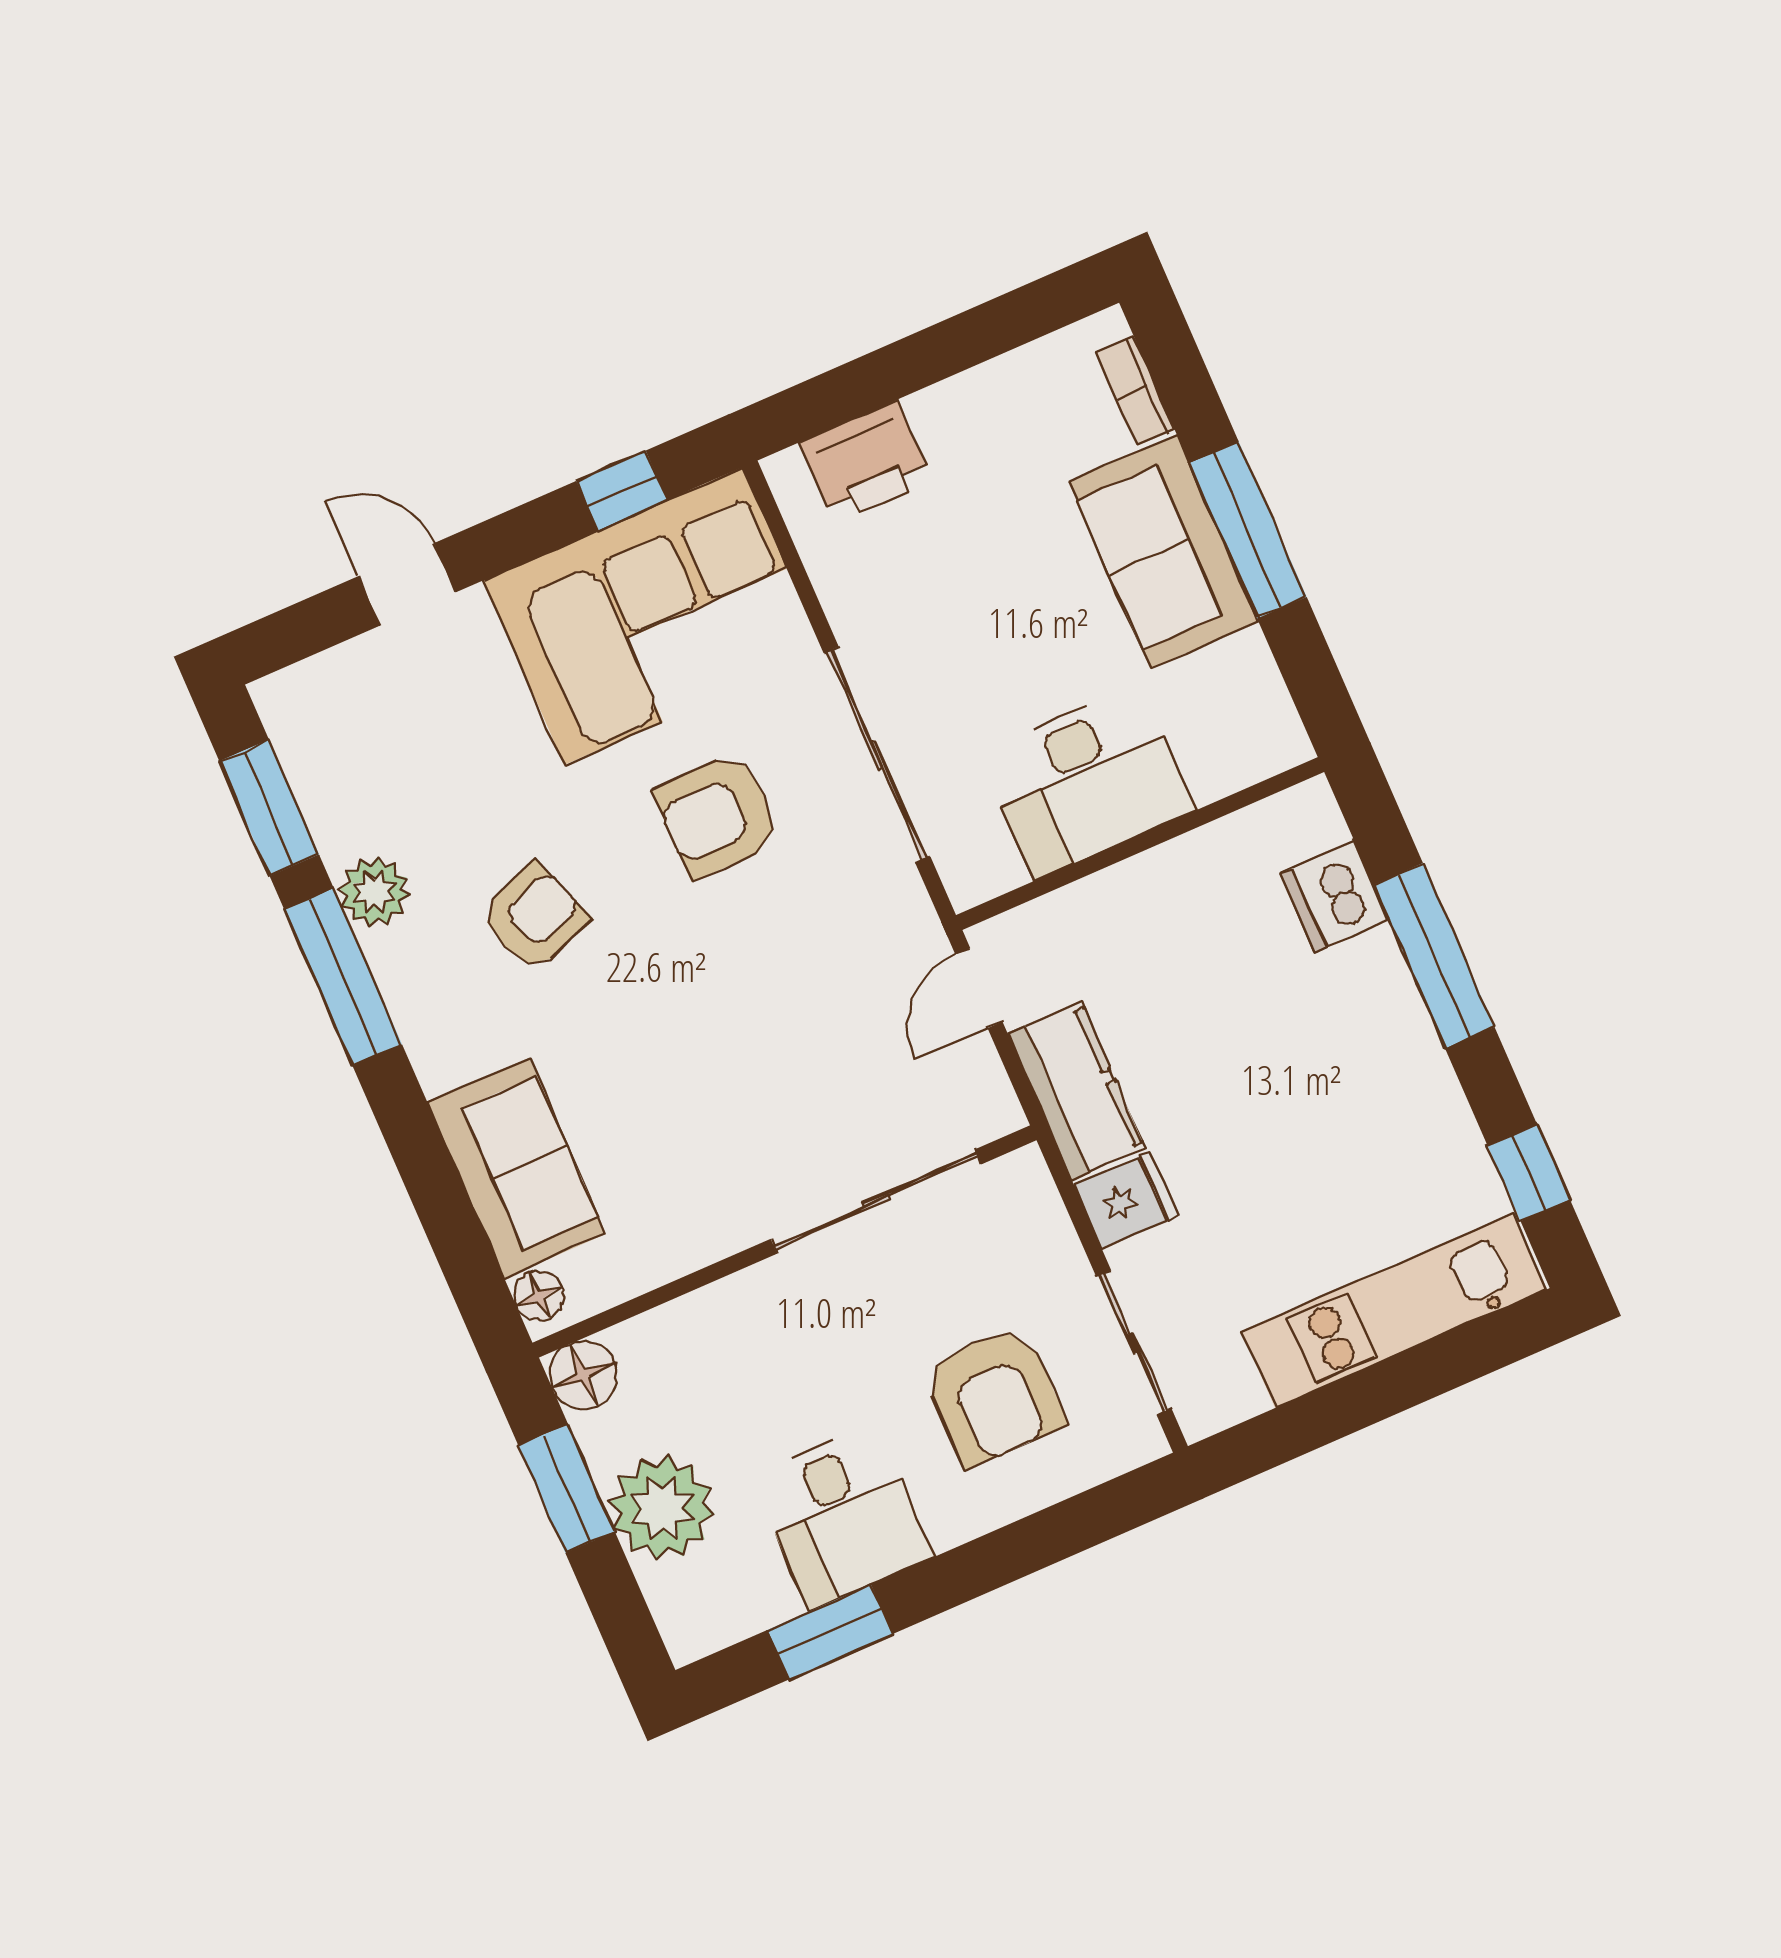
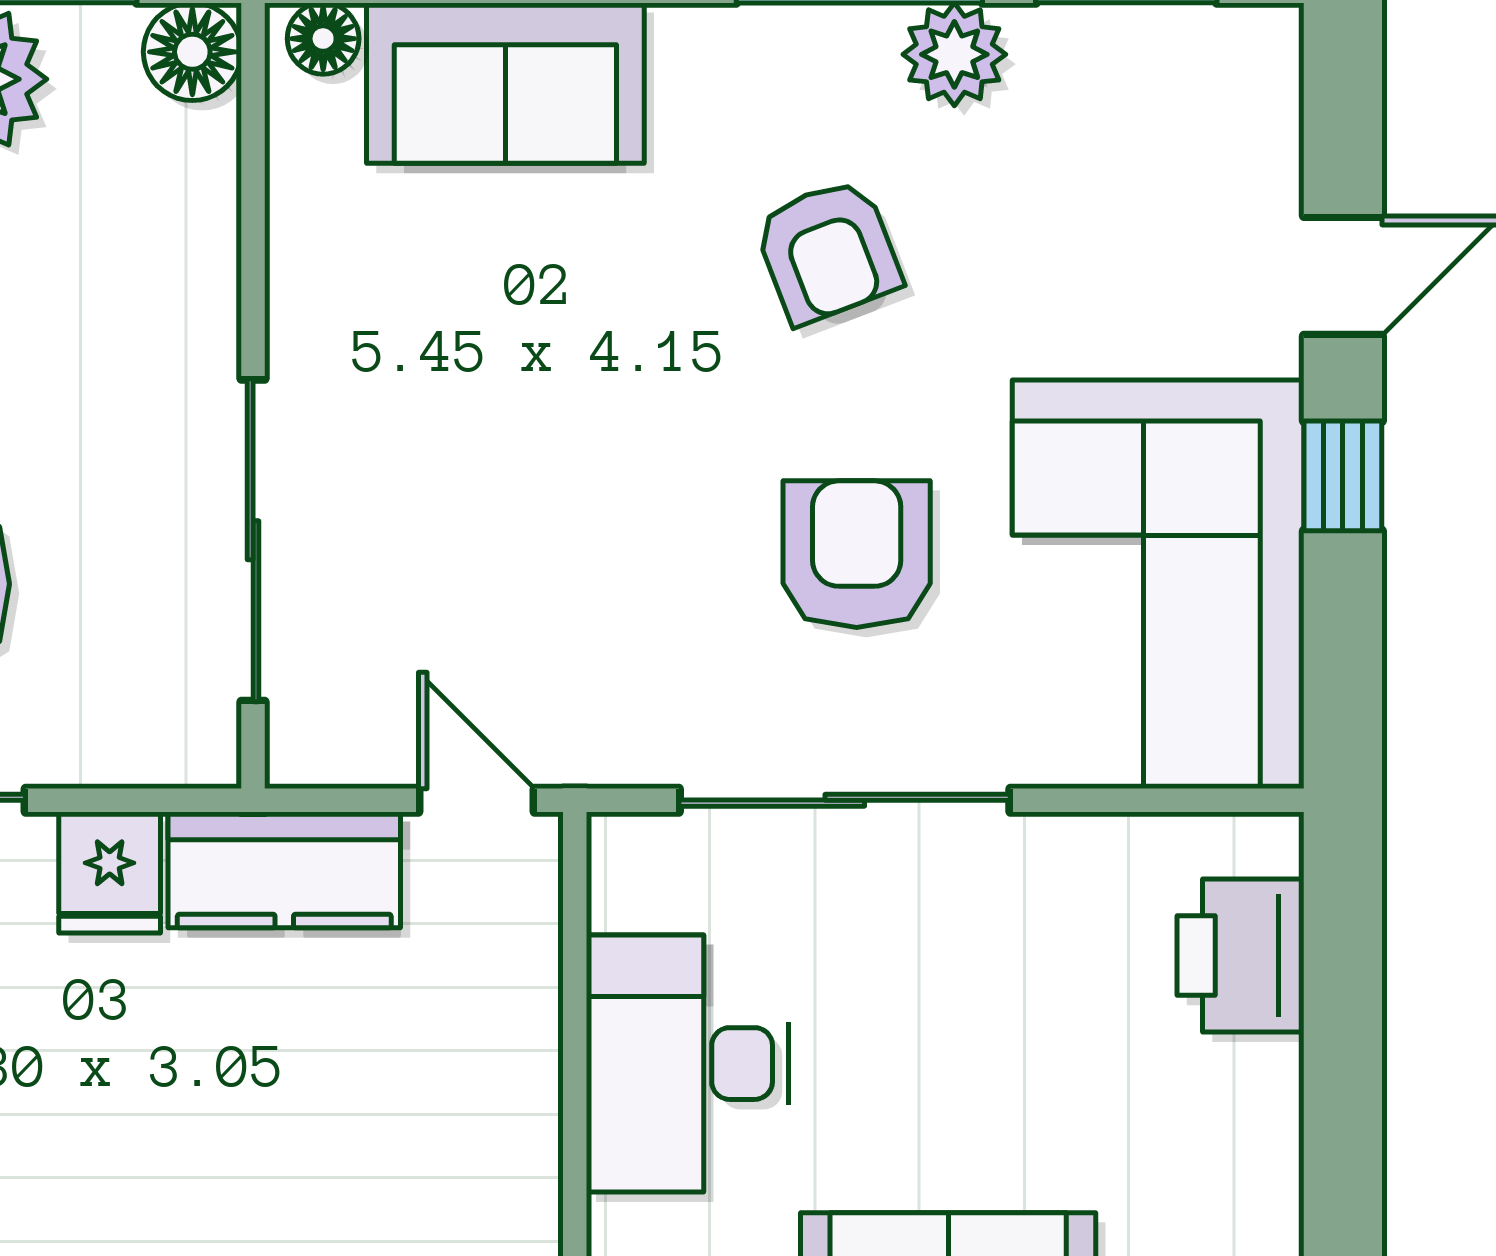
window: (622, 490) -> (1343, 476), moved

